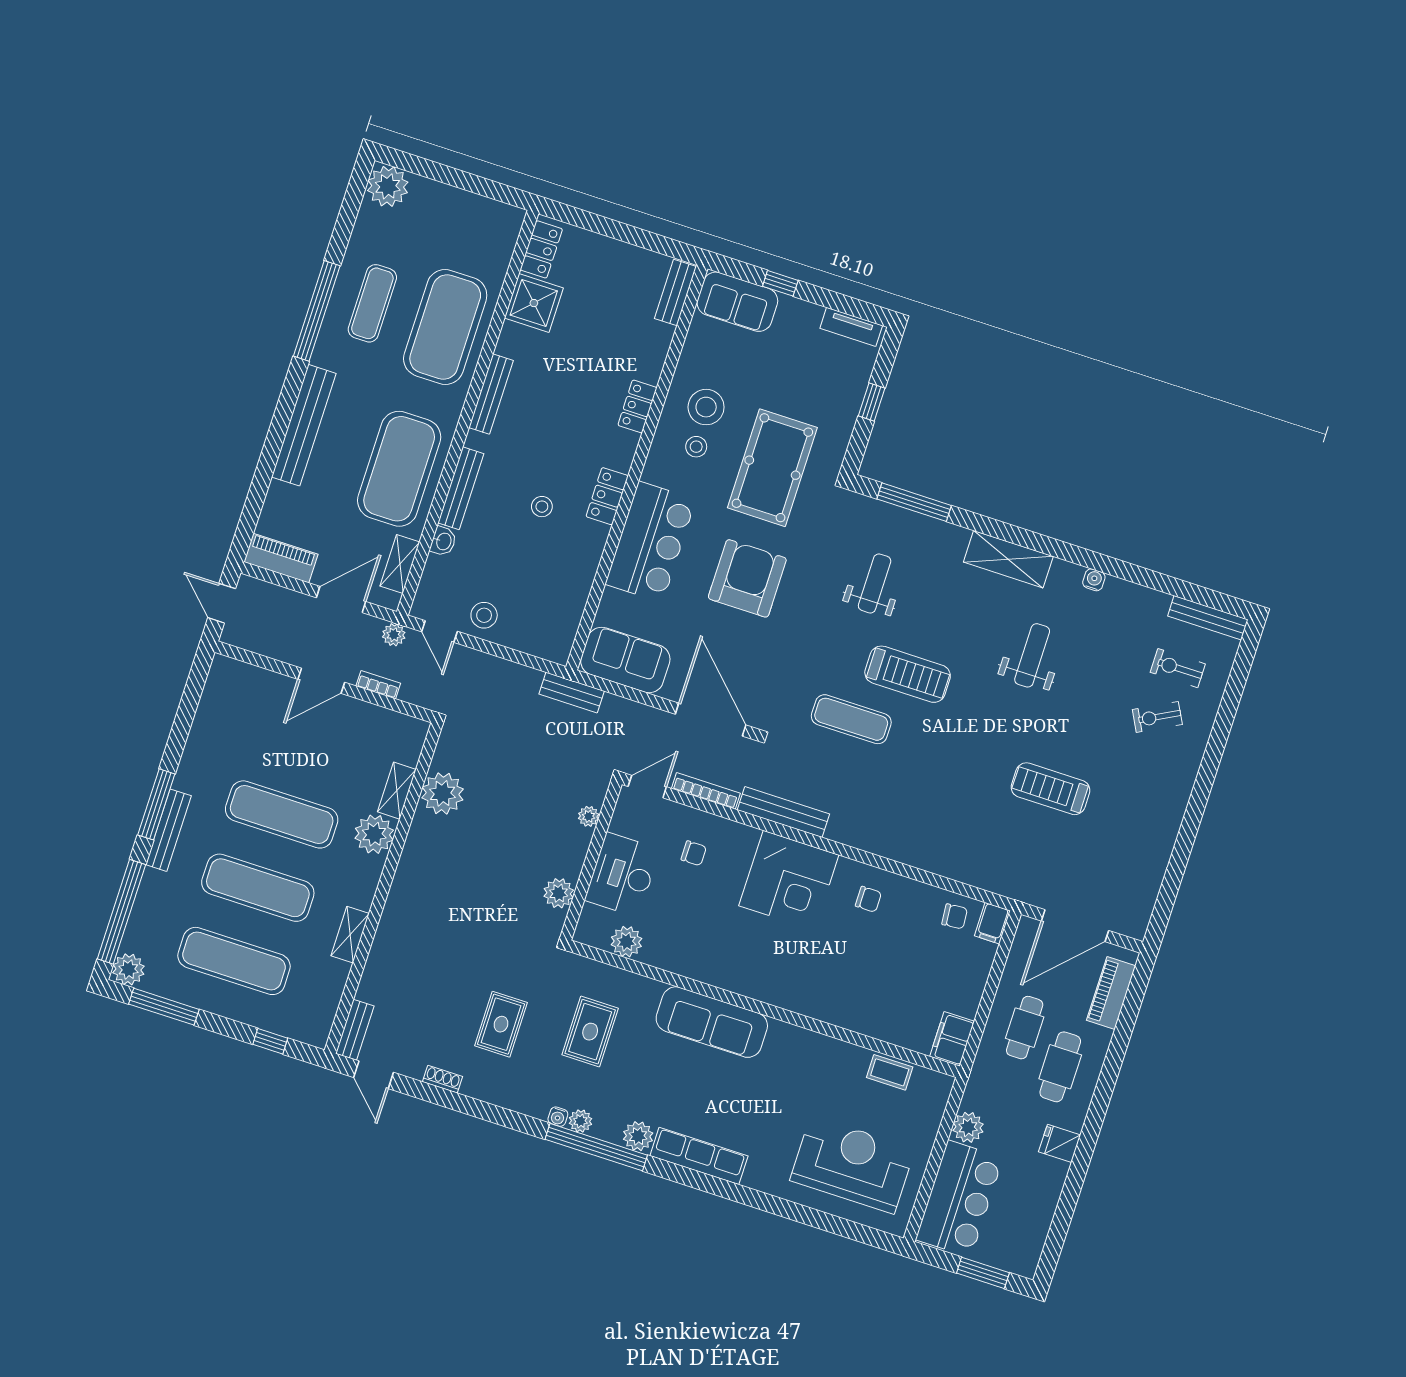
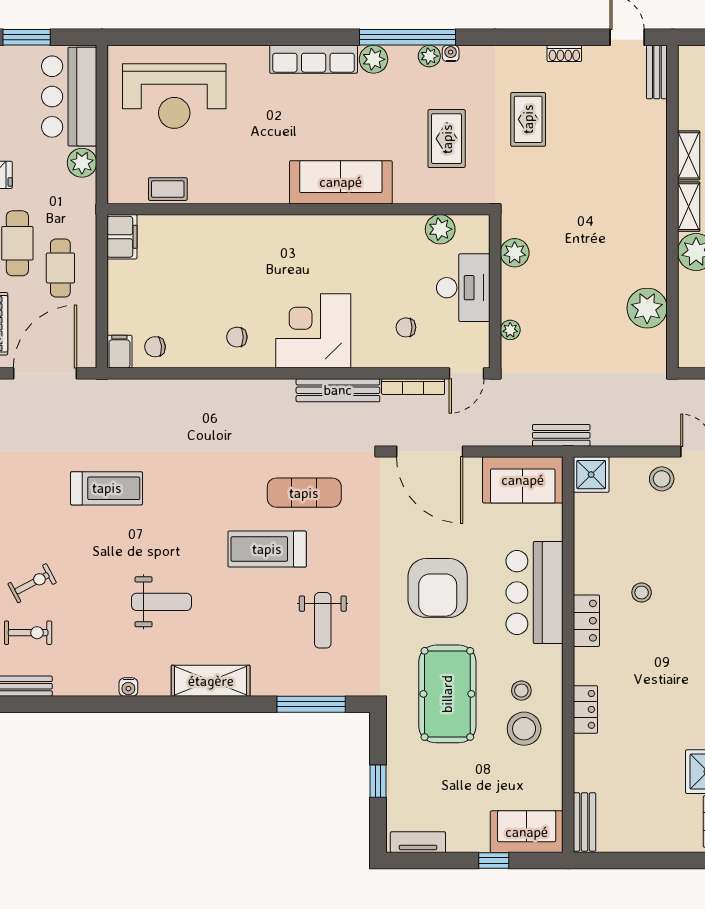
shower: (554, 643) -> (591, 475), added
weight bench: (1032, 655) -> (162, 602), turned -90
shelving: (397, 791) -> (689, 207), moved

